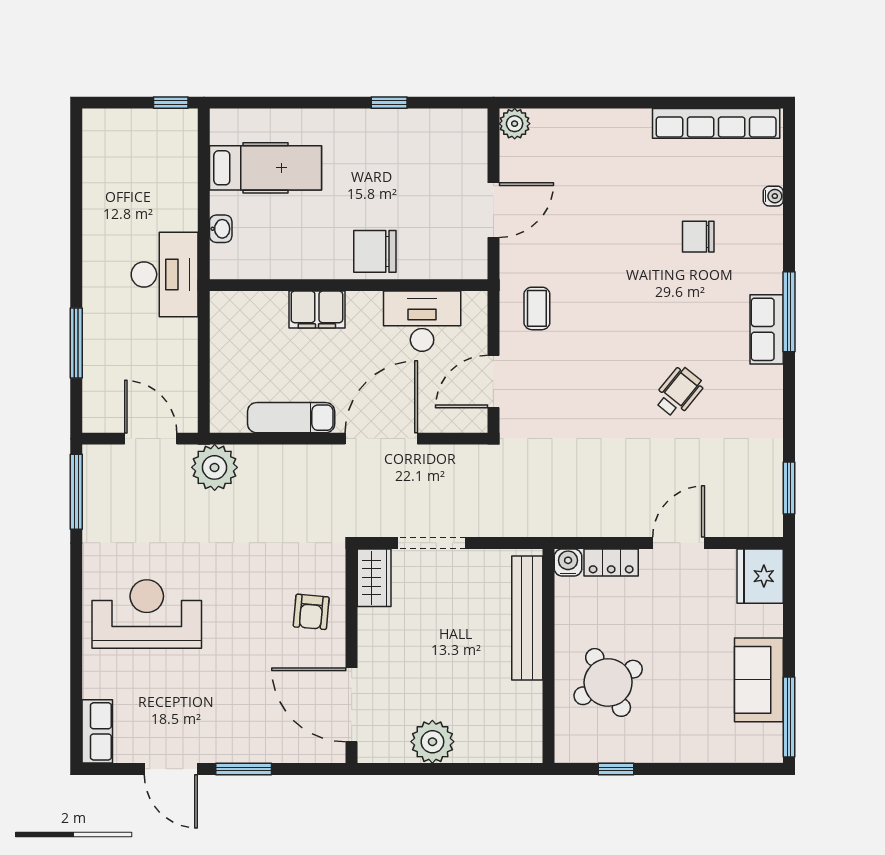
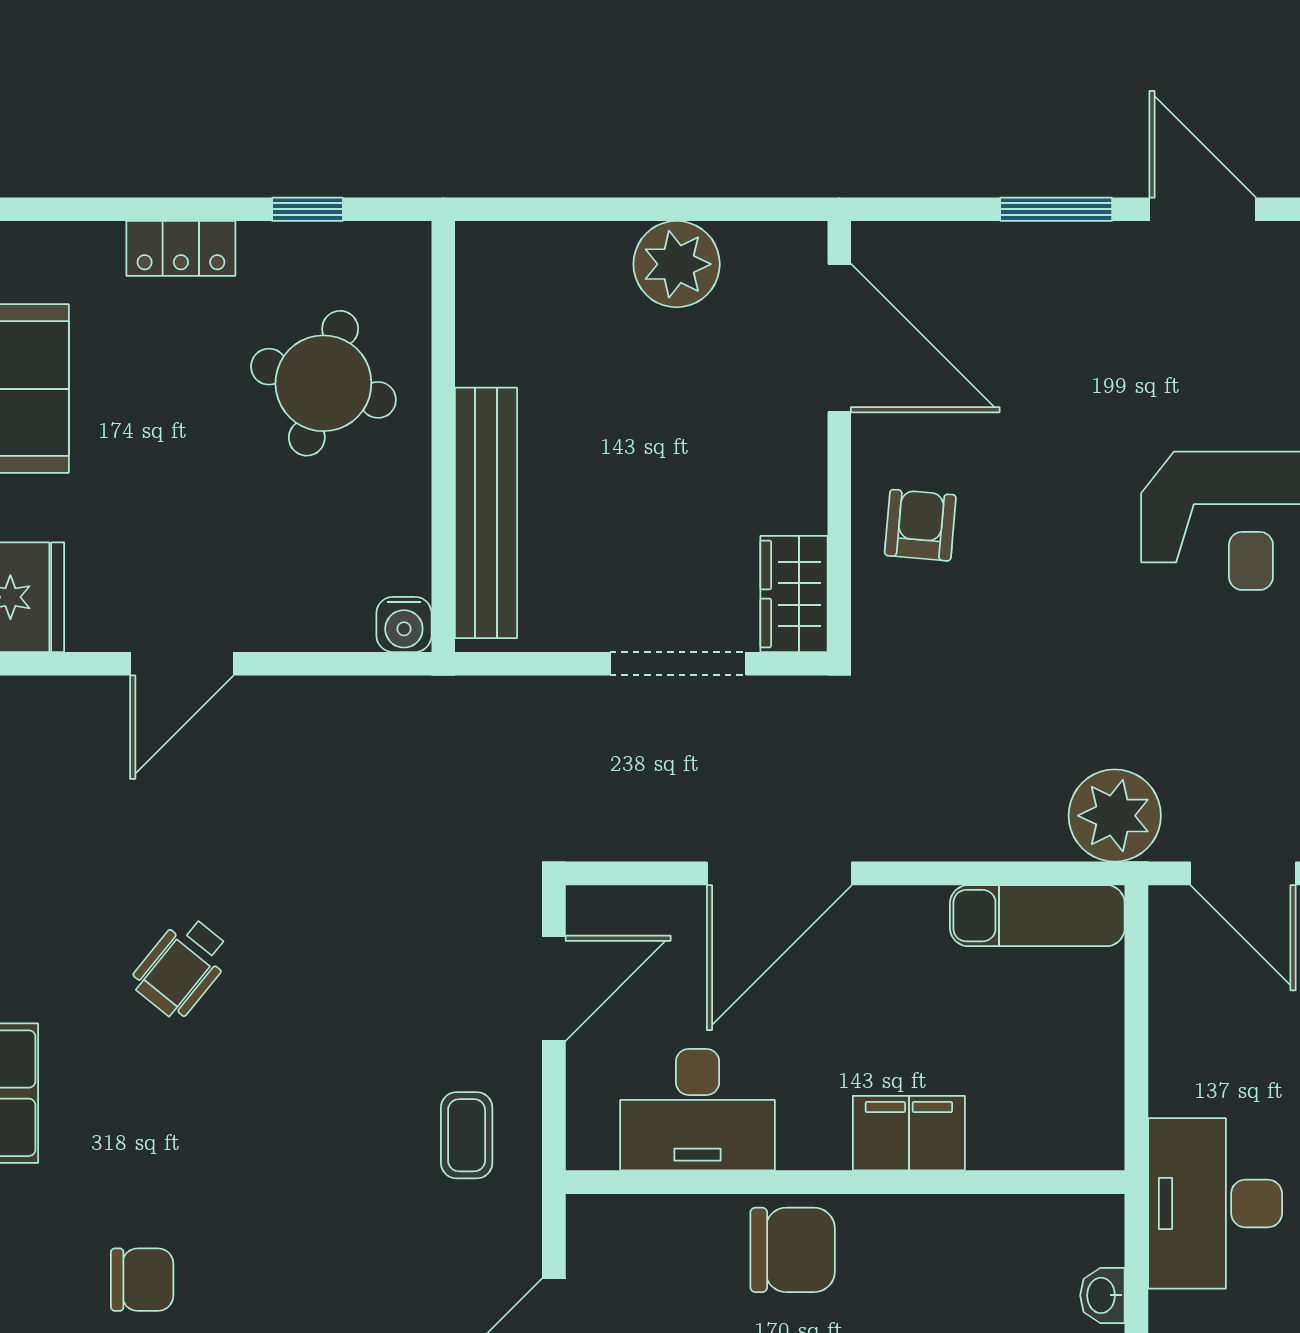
exam couch: (291, 418) -> (1037, 916), moved
locker: (611, 562) -> (181, 248), moved, turned 180
round table: (608, 682) -> (323, 383), turned 45

